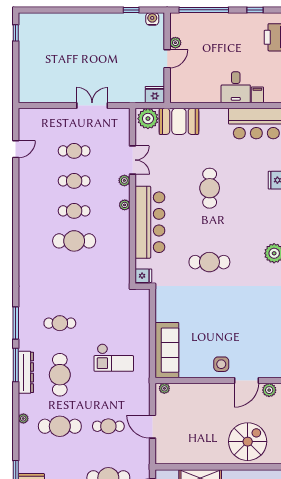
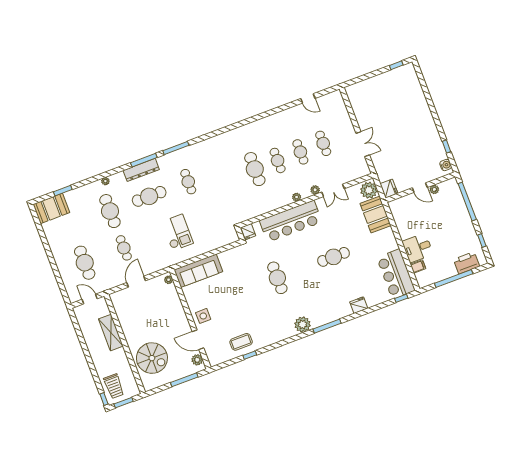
coffee table: (268, 332) -> (241, 342), added
checkout: (114, 358) -> (177, 232), turned 180

